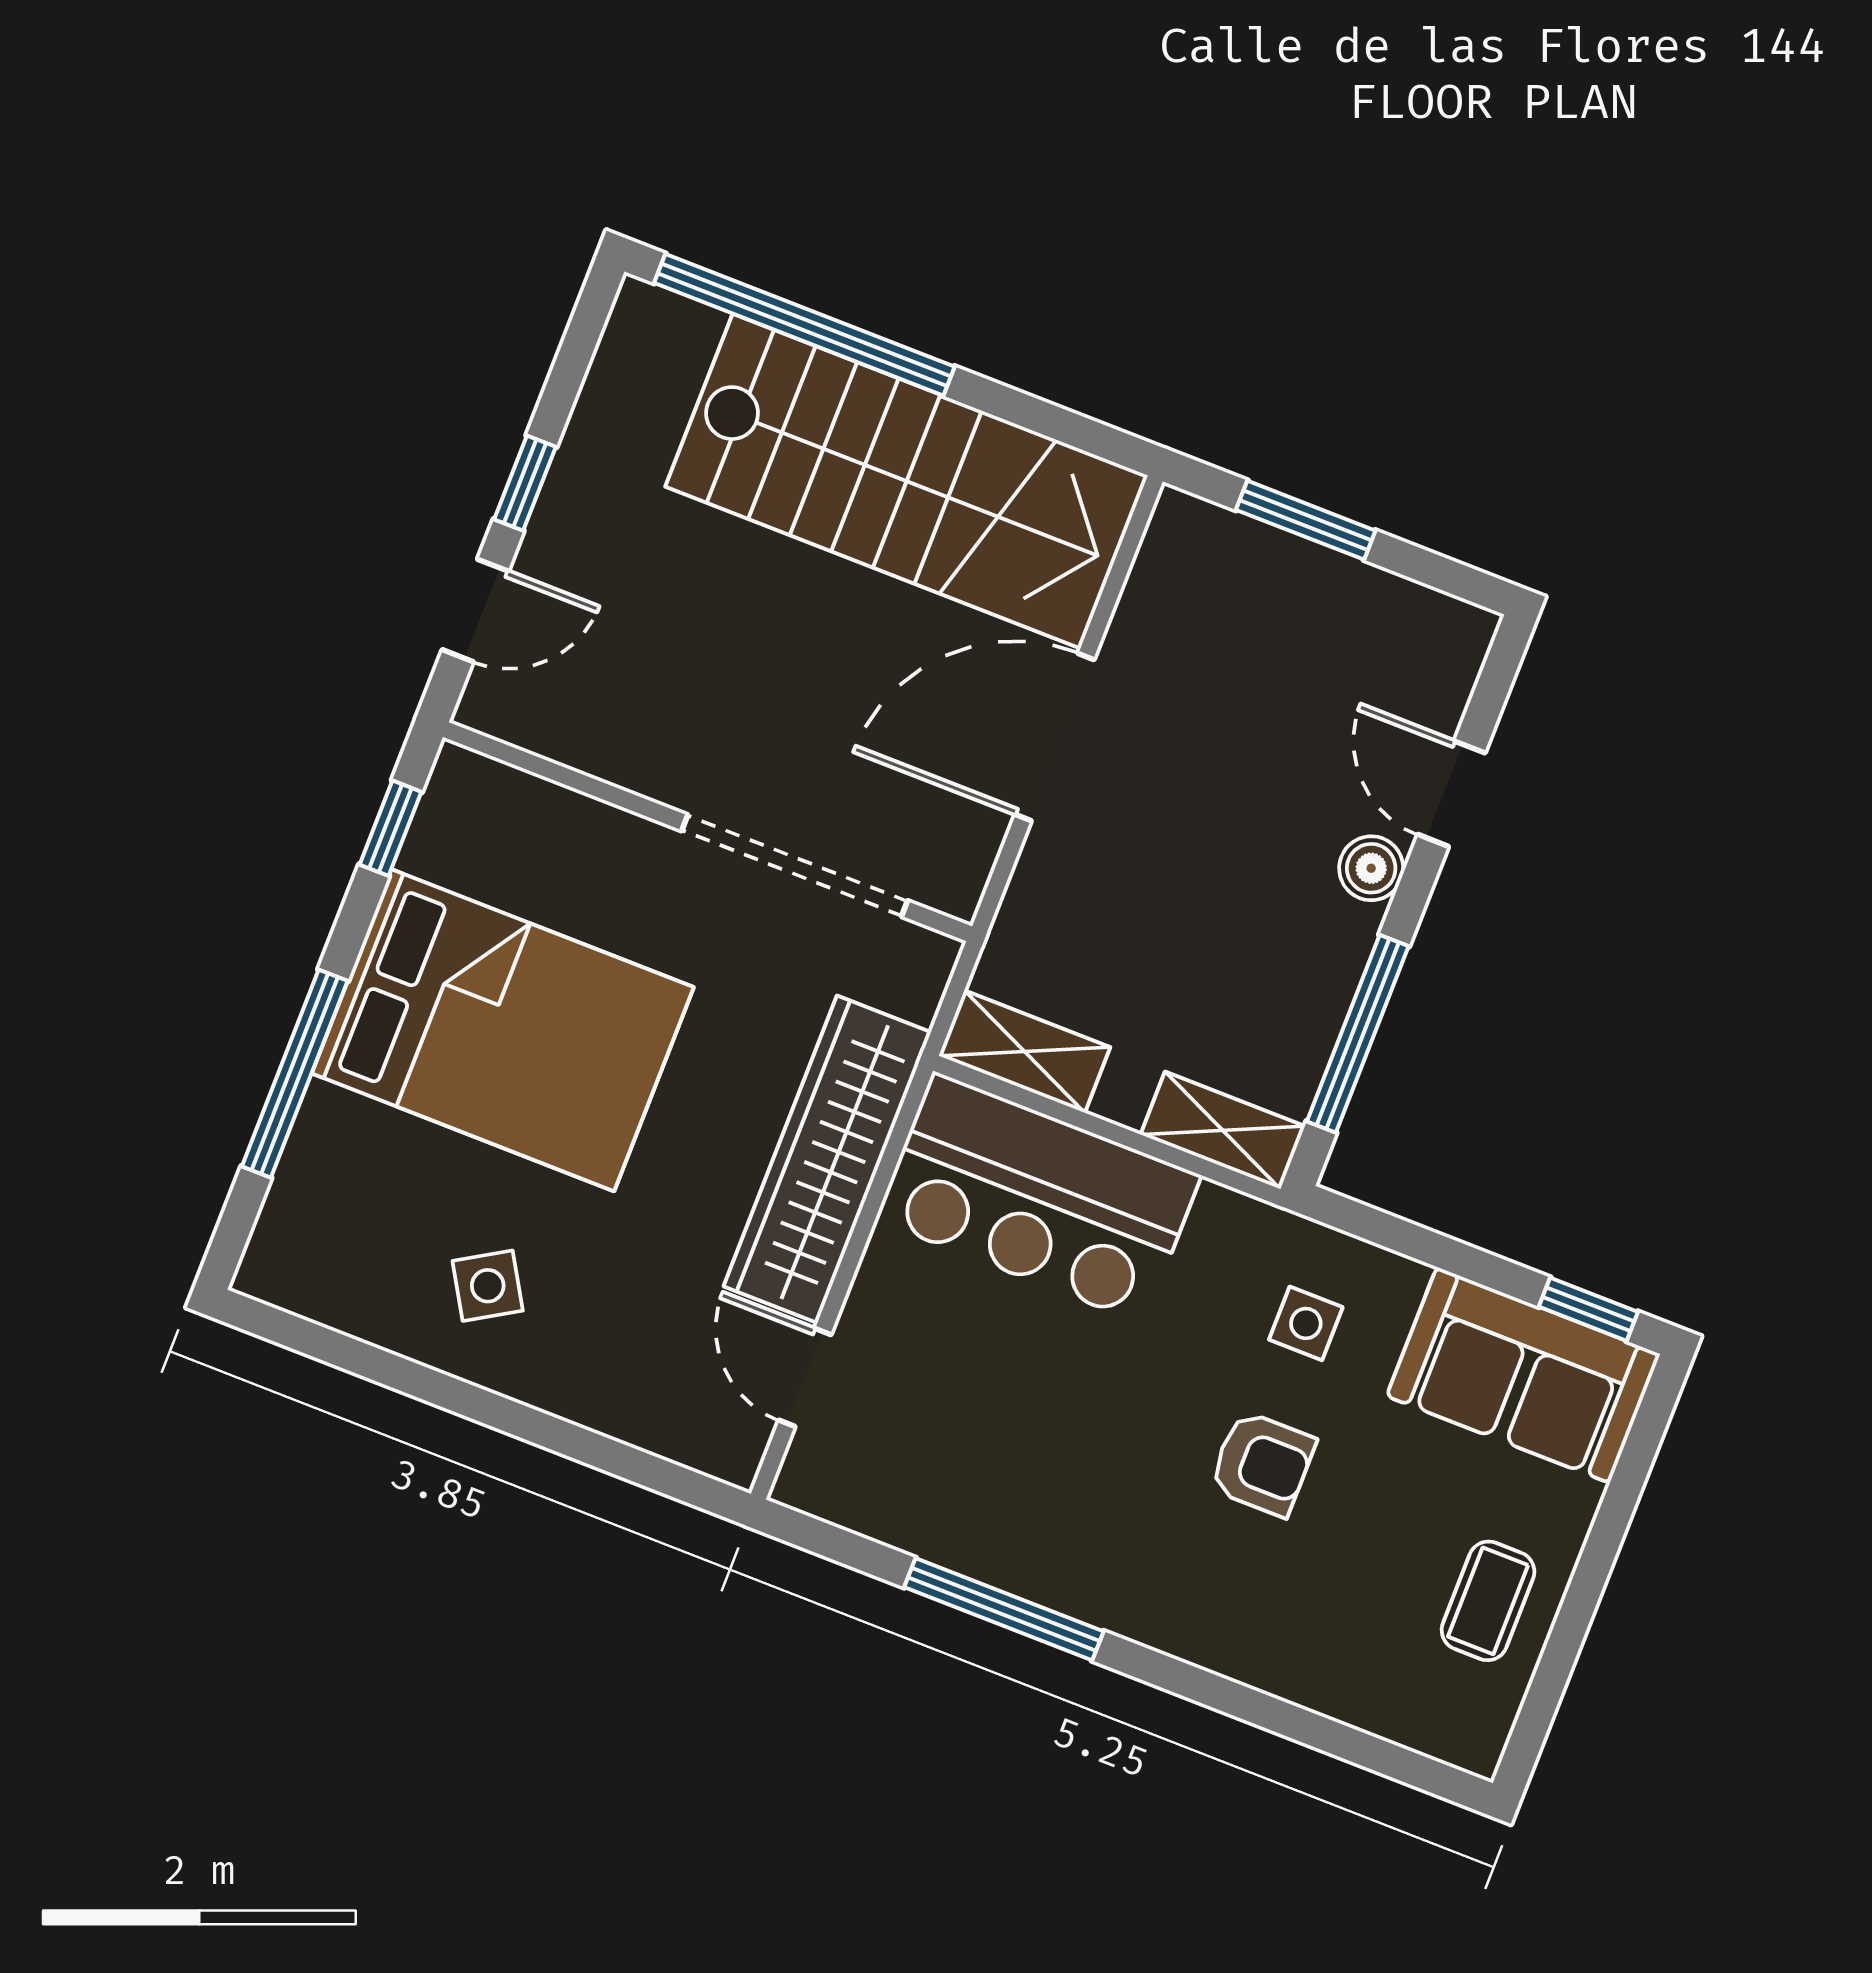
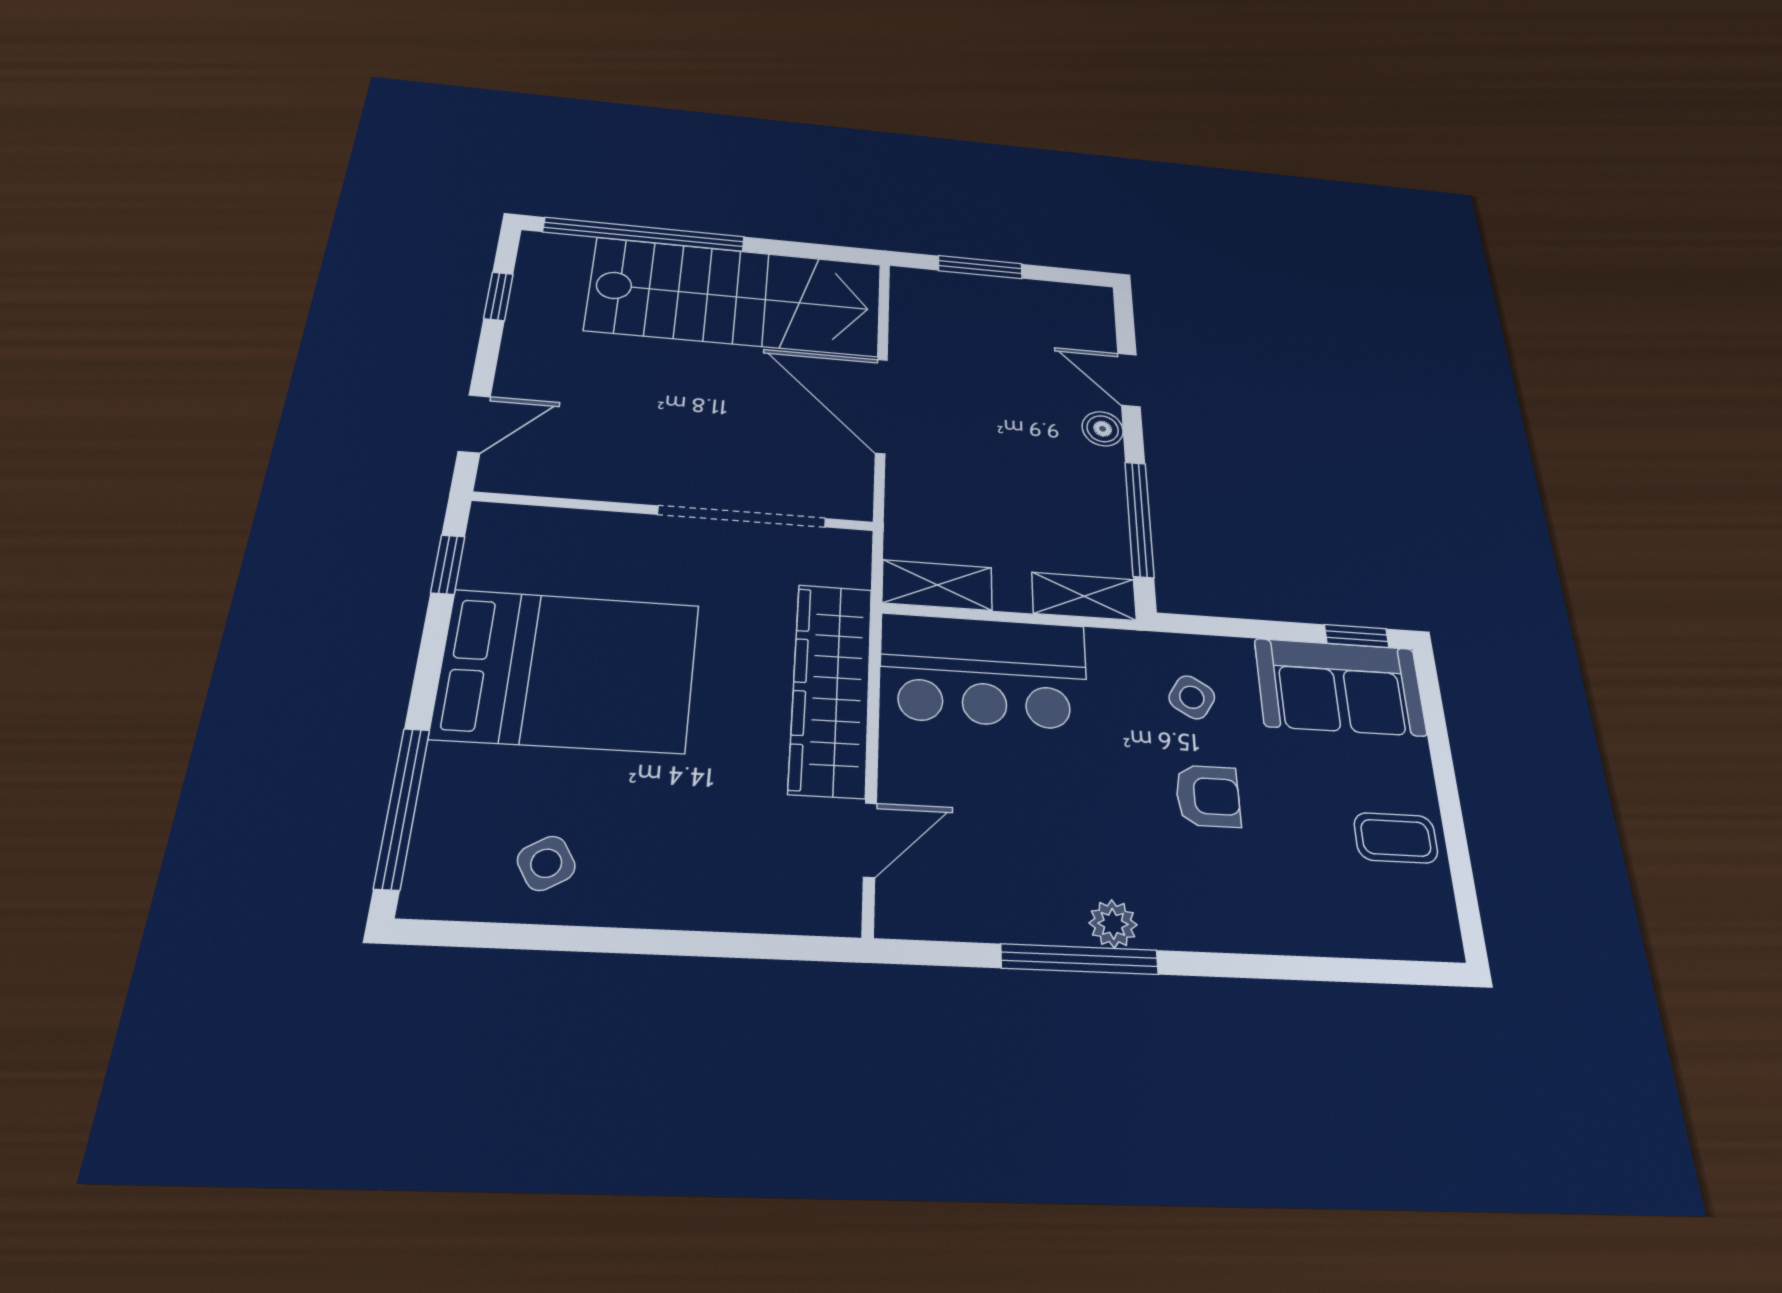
window: (525, 483) -> (498, 296), moved
door: (1055, 737) -> (881, 406), hinge flipped
window: (295, 1074) -> (402, 808), moved
side table: (488, 1286) -> (546, 863), moved
side table: (1306, 1323) -> (1192, 697), turned 32
door: (805, 1377) -> (870, 840), swing flipped
plant: (1064, 1582) -> (1113, 924), added
coffee table: (1488, 1601) -> (1396, 838), turned 90

